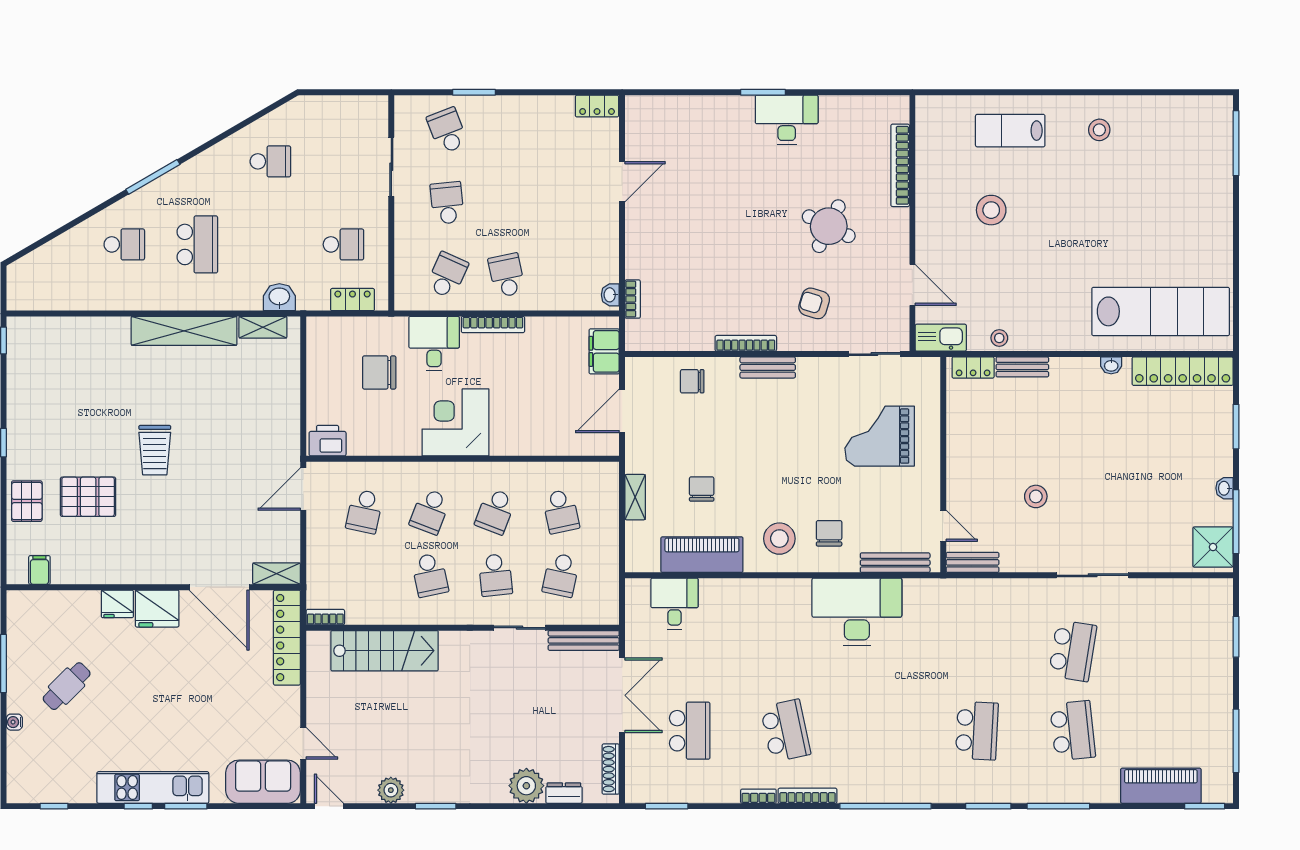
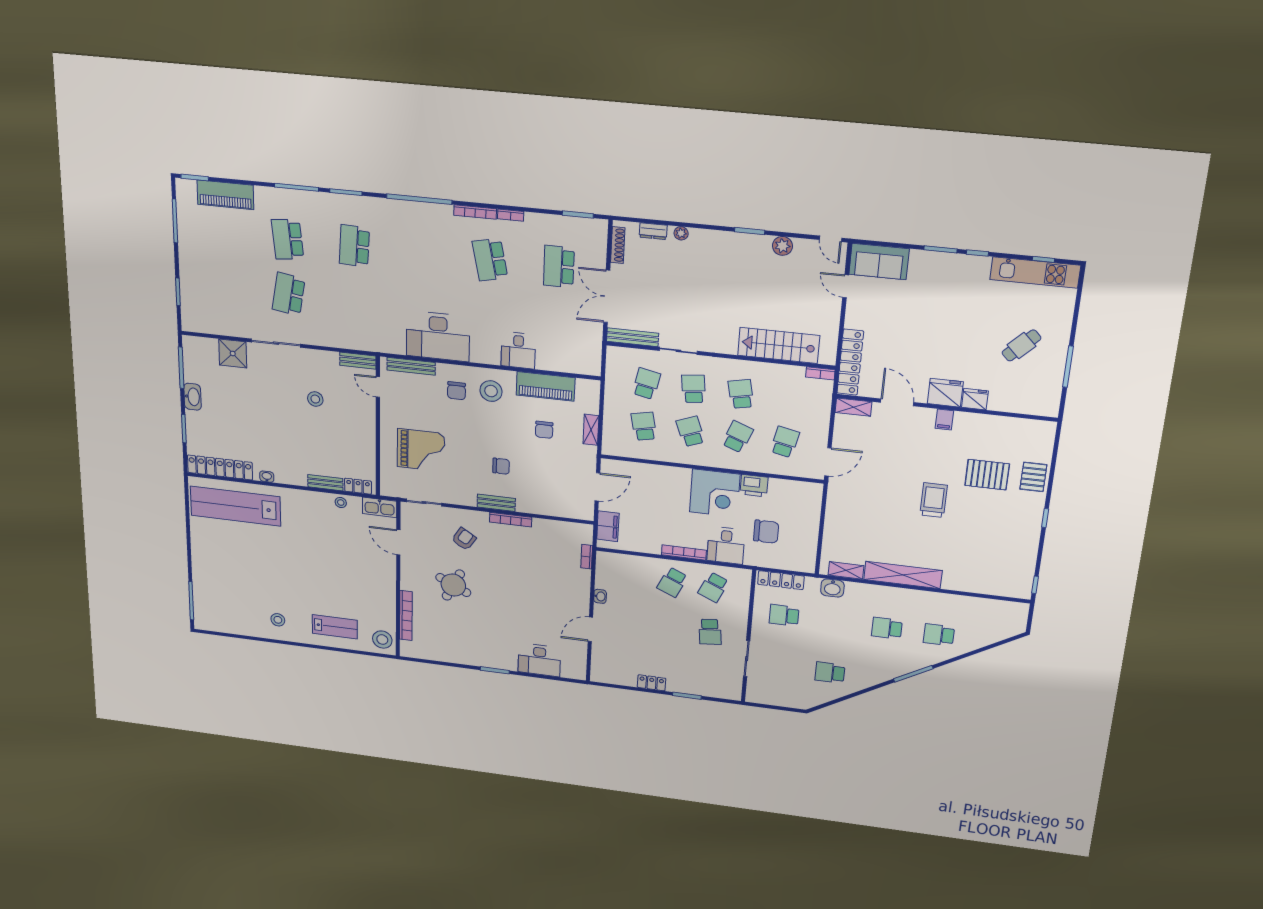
locker: (597, 106) -> (652, 683), moved
desk: (787, 120) -> (539, 660), moved
school desk: (447, 131) -> (707, 675), removed
stool: (991, 210) -> (382, 640), moved
school desk: (197, 244) -> (887, 628), width x0.54
school desk: (507, 275) -> (672, 582), turned 36
washbasin: (610, 295) -> (600, 596), moved
locker: (352, 300) -> (781, 580), width x1.53
armchair: (814, 303) -> (464, 539), turned -75
chair: (692, 381) -> (501, 466), moved
printer: (328, 441) -> (754, 486), moved
washbasin: (1224, 488) -> (193, 397), width x1.91, depth x1.45
school desk: (495, 511) -> (691, 431), turned -42
shower: (1213, 547) -> (233, 353), moved
filing cabinet: (39, 570) -> (944, 420), moved
door: (219, 587) -> (897, 402), width x0.73
desk: (674, 604) -> (518, 350), moved
water cooler: (14, 722) -> (1066, 324), removed
plant: (526, 786) -> (681, 233), width x0.53, depth x0.53
kitchen unit: (153, 787) -> (1035, 272), moved

